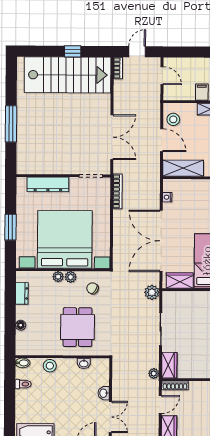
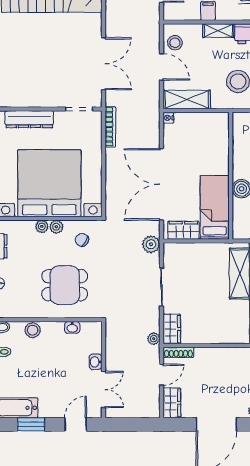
nightstand: (167, 197) -> (168, 118), moved
dining table: (77, 327) -> (65, 285), turned 90

